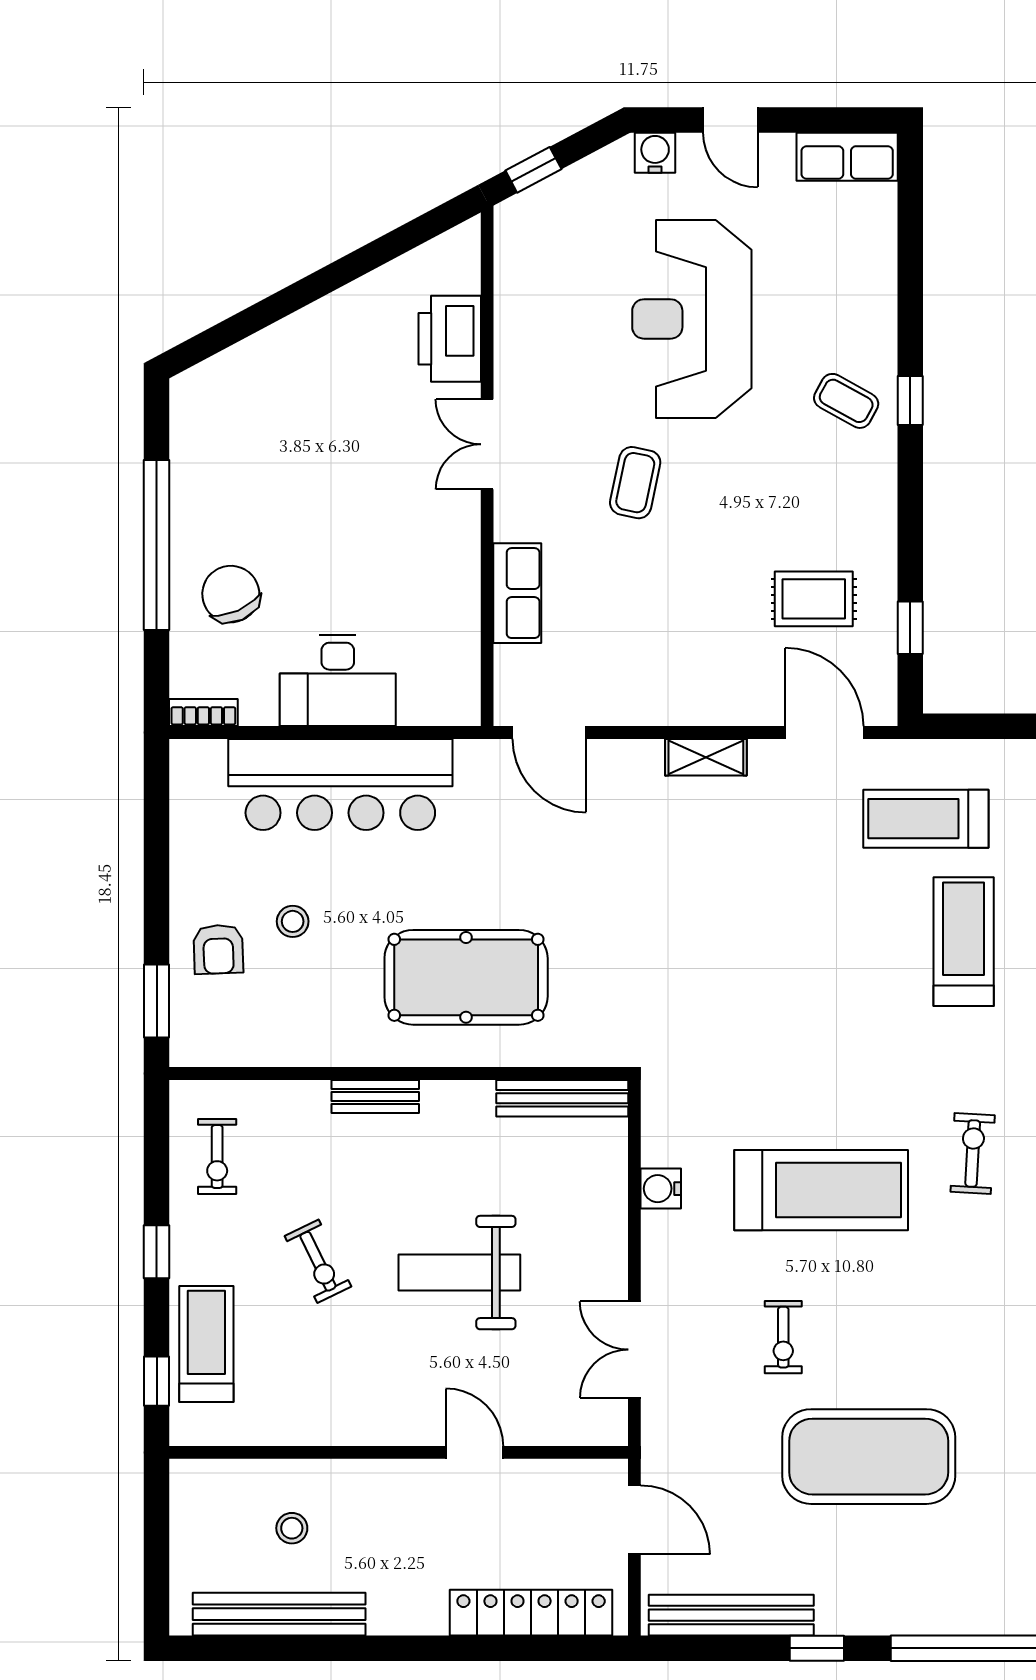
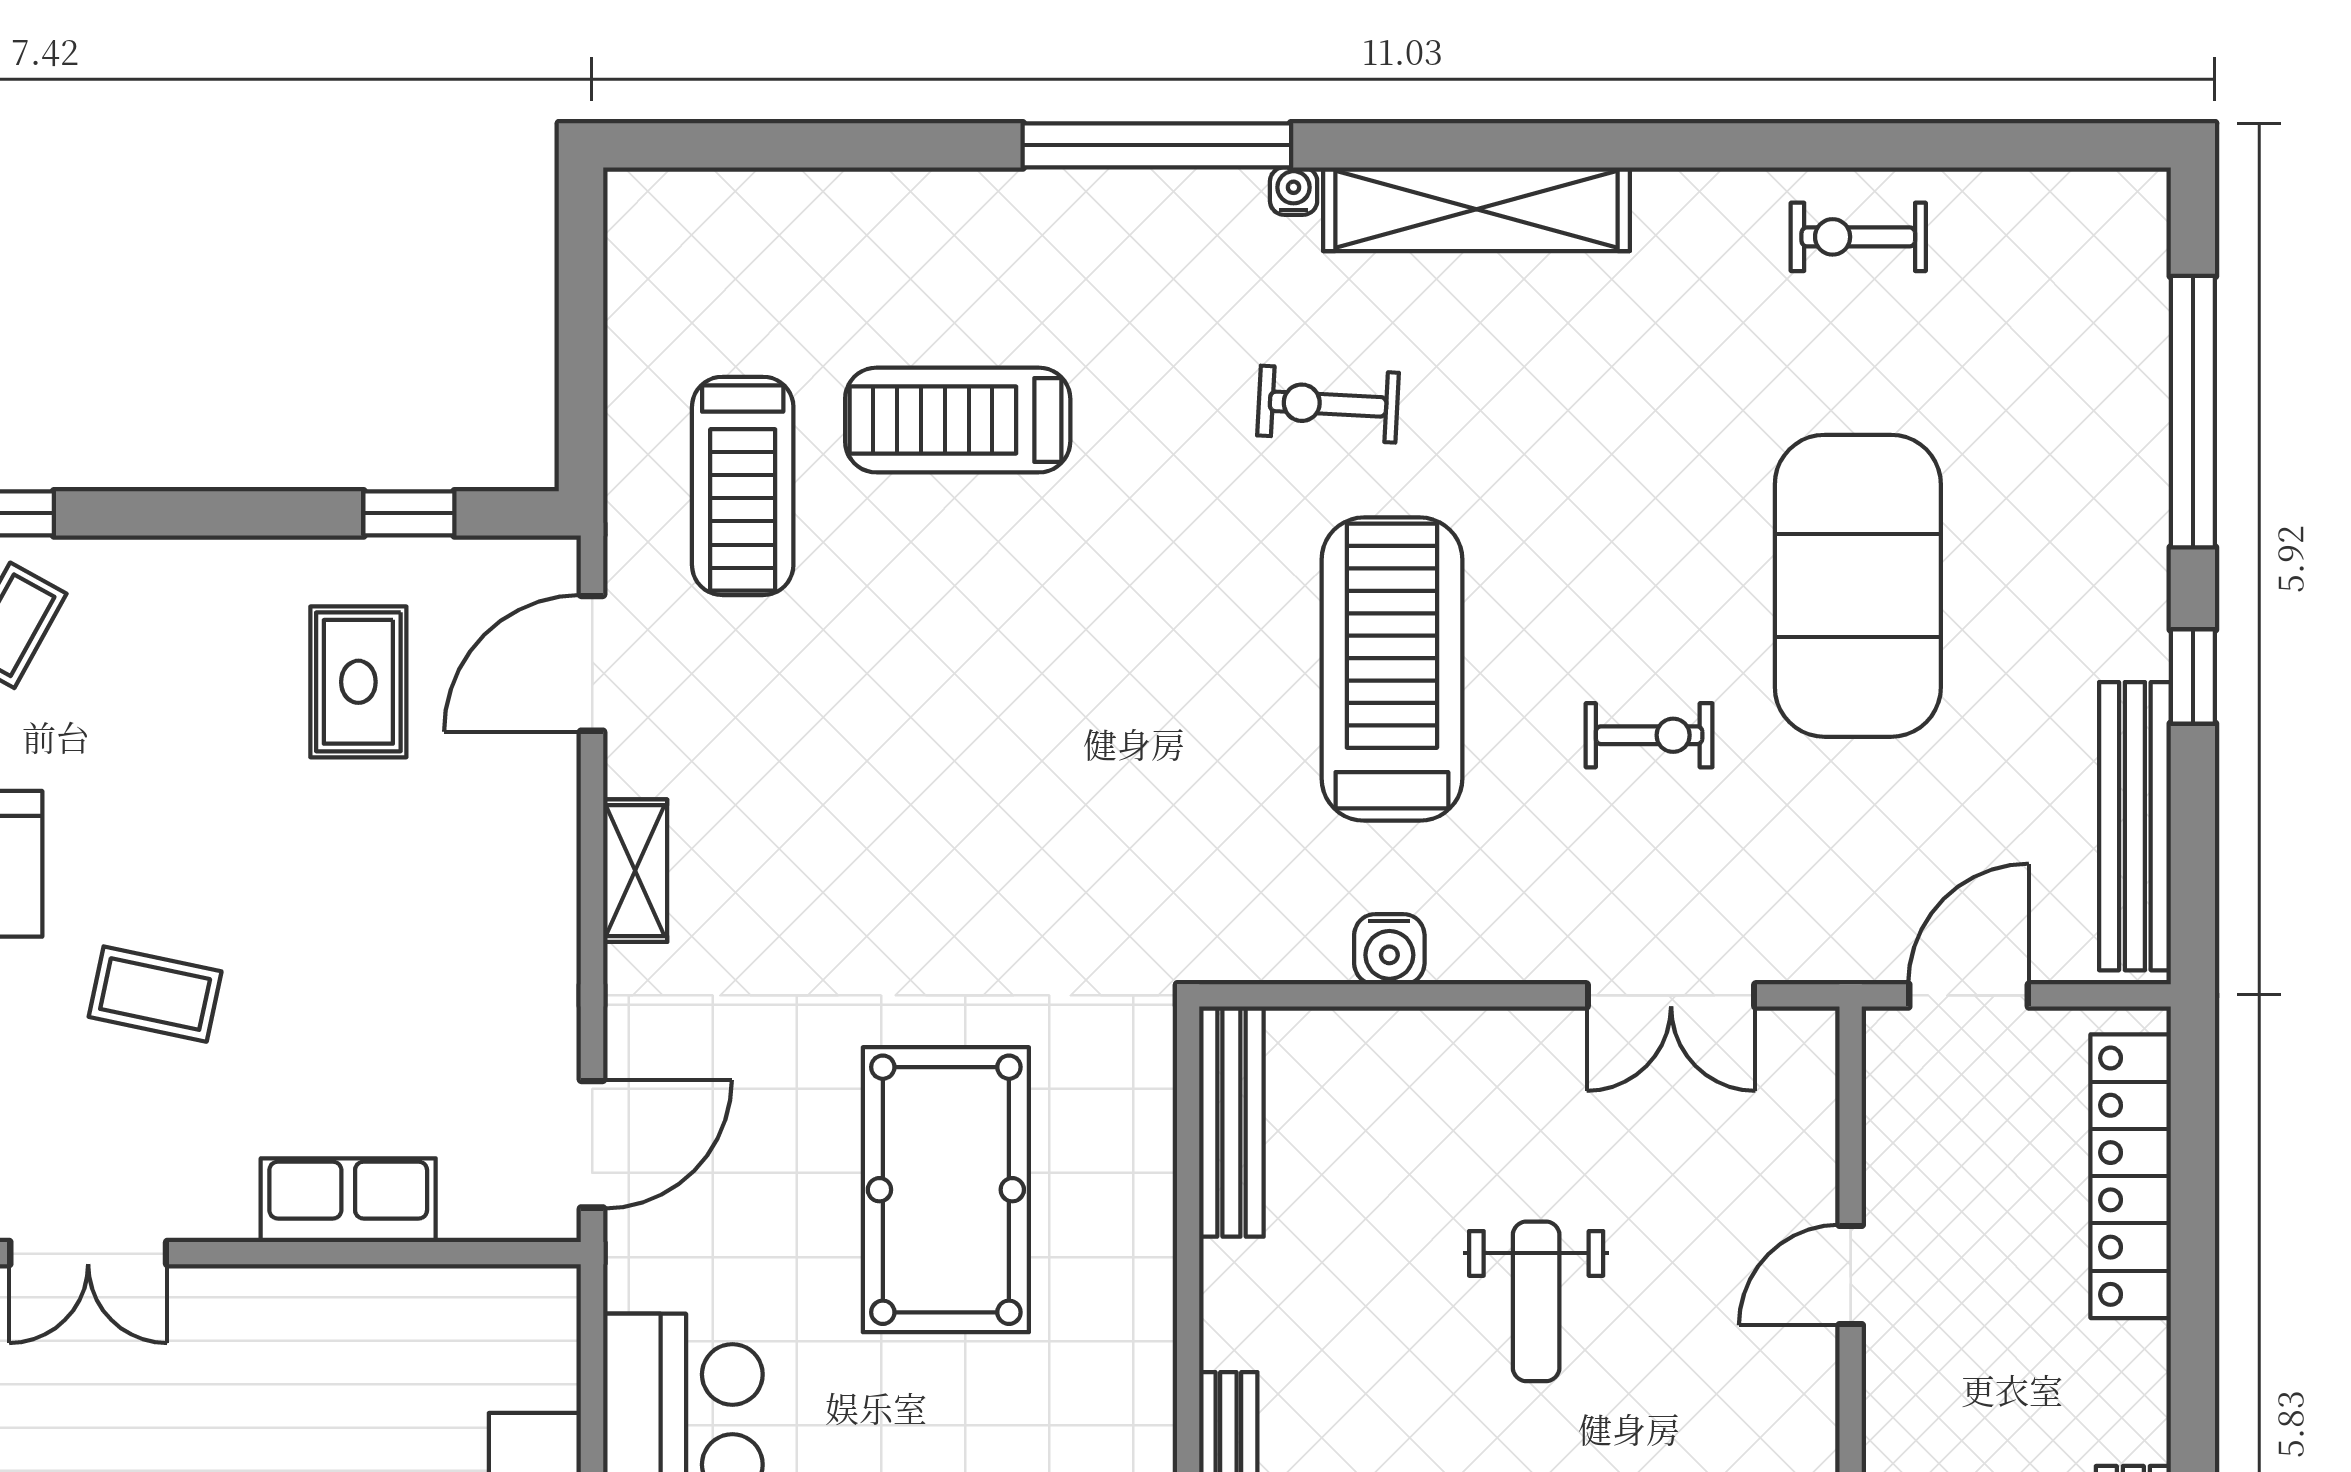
pool table: (466, 977) -> (946, 1190), moved
weight bench: (459, 1273) -> (1536, 1301), width x0.73, depth x0.75

